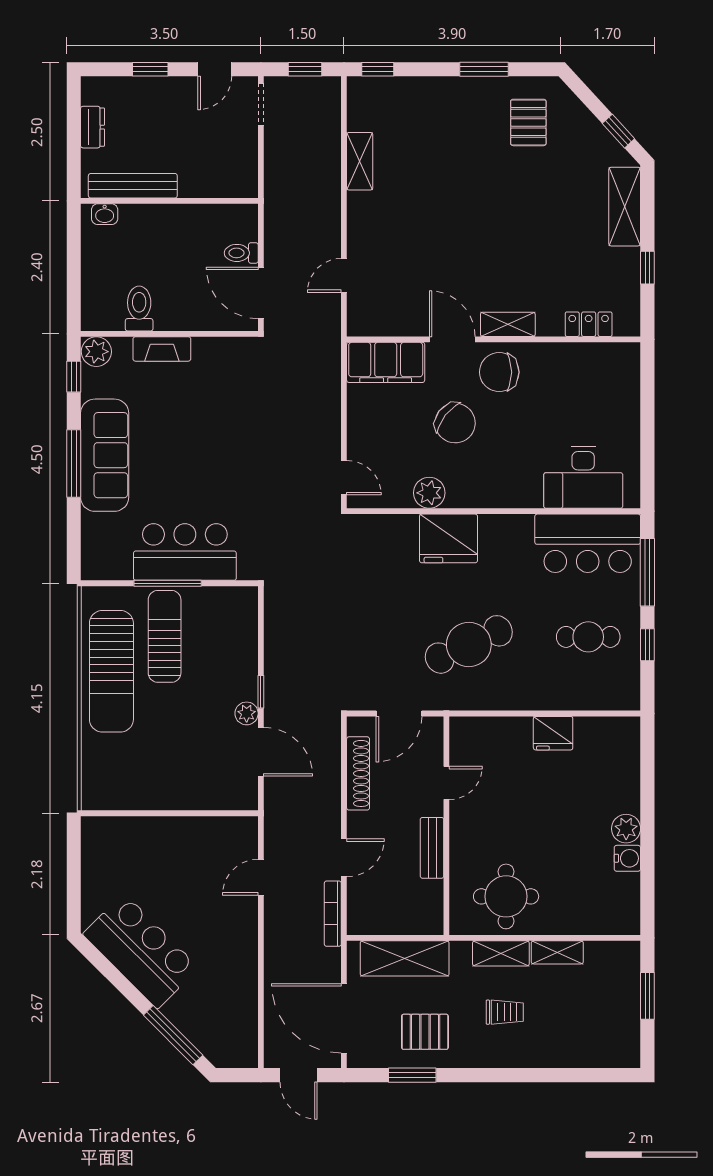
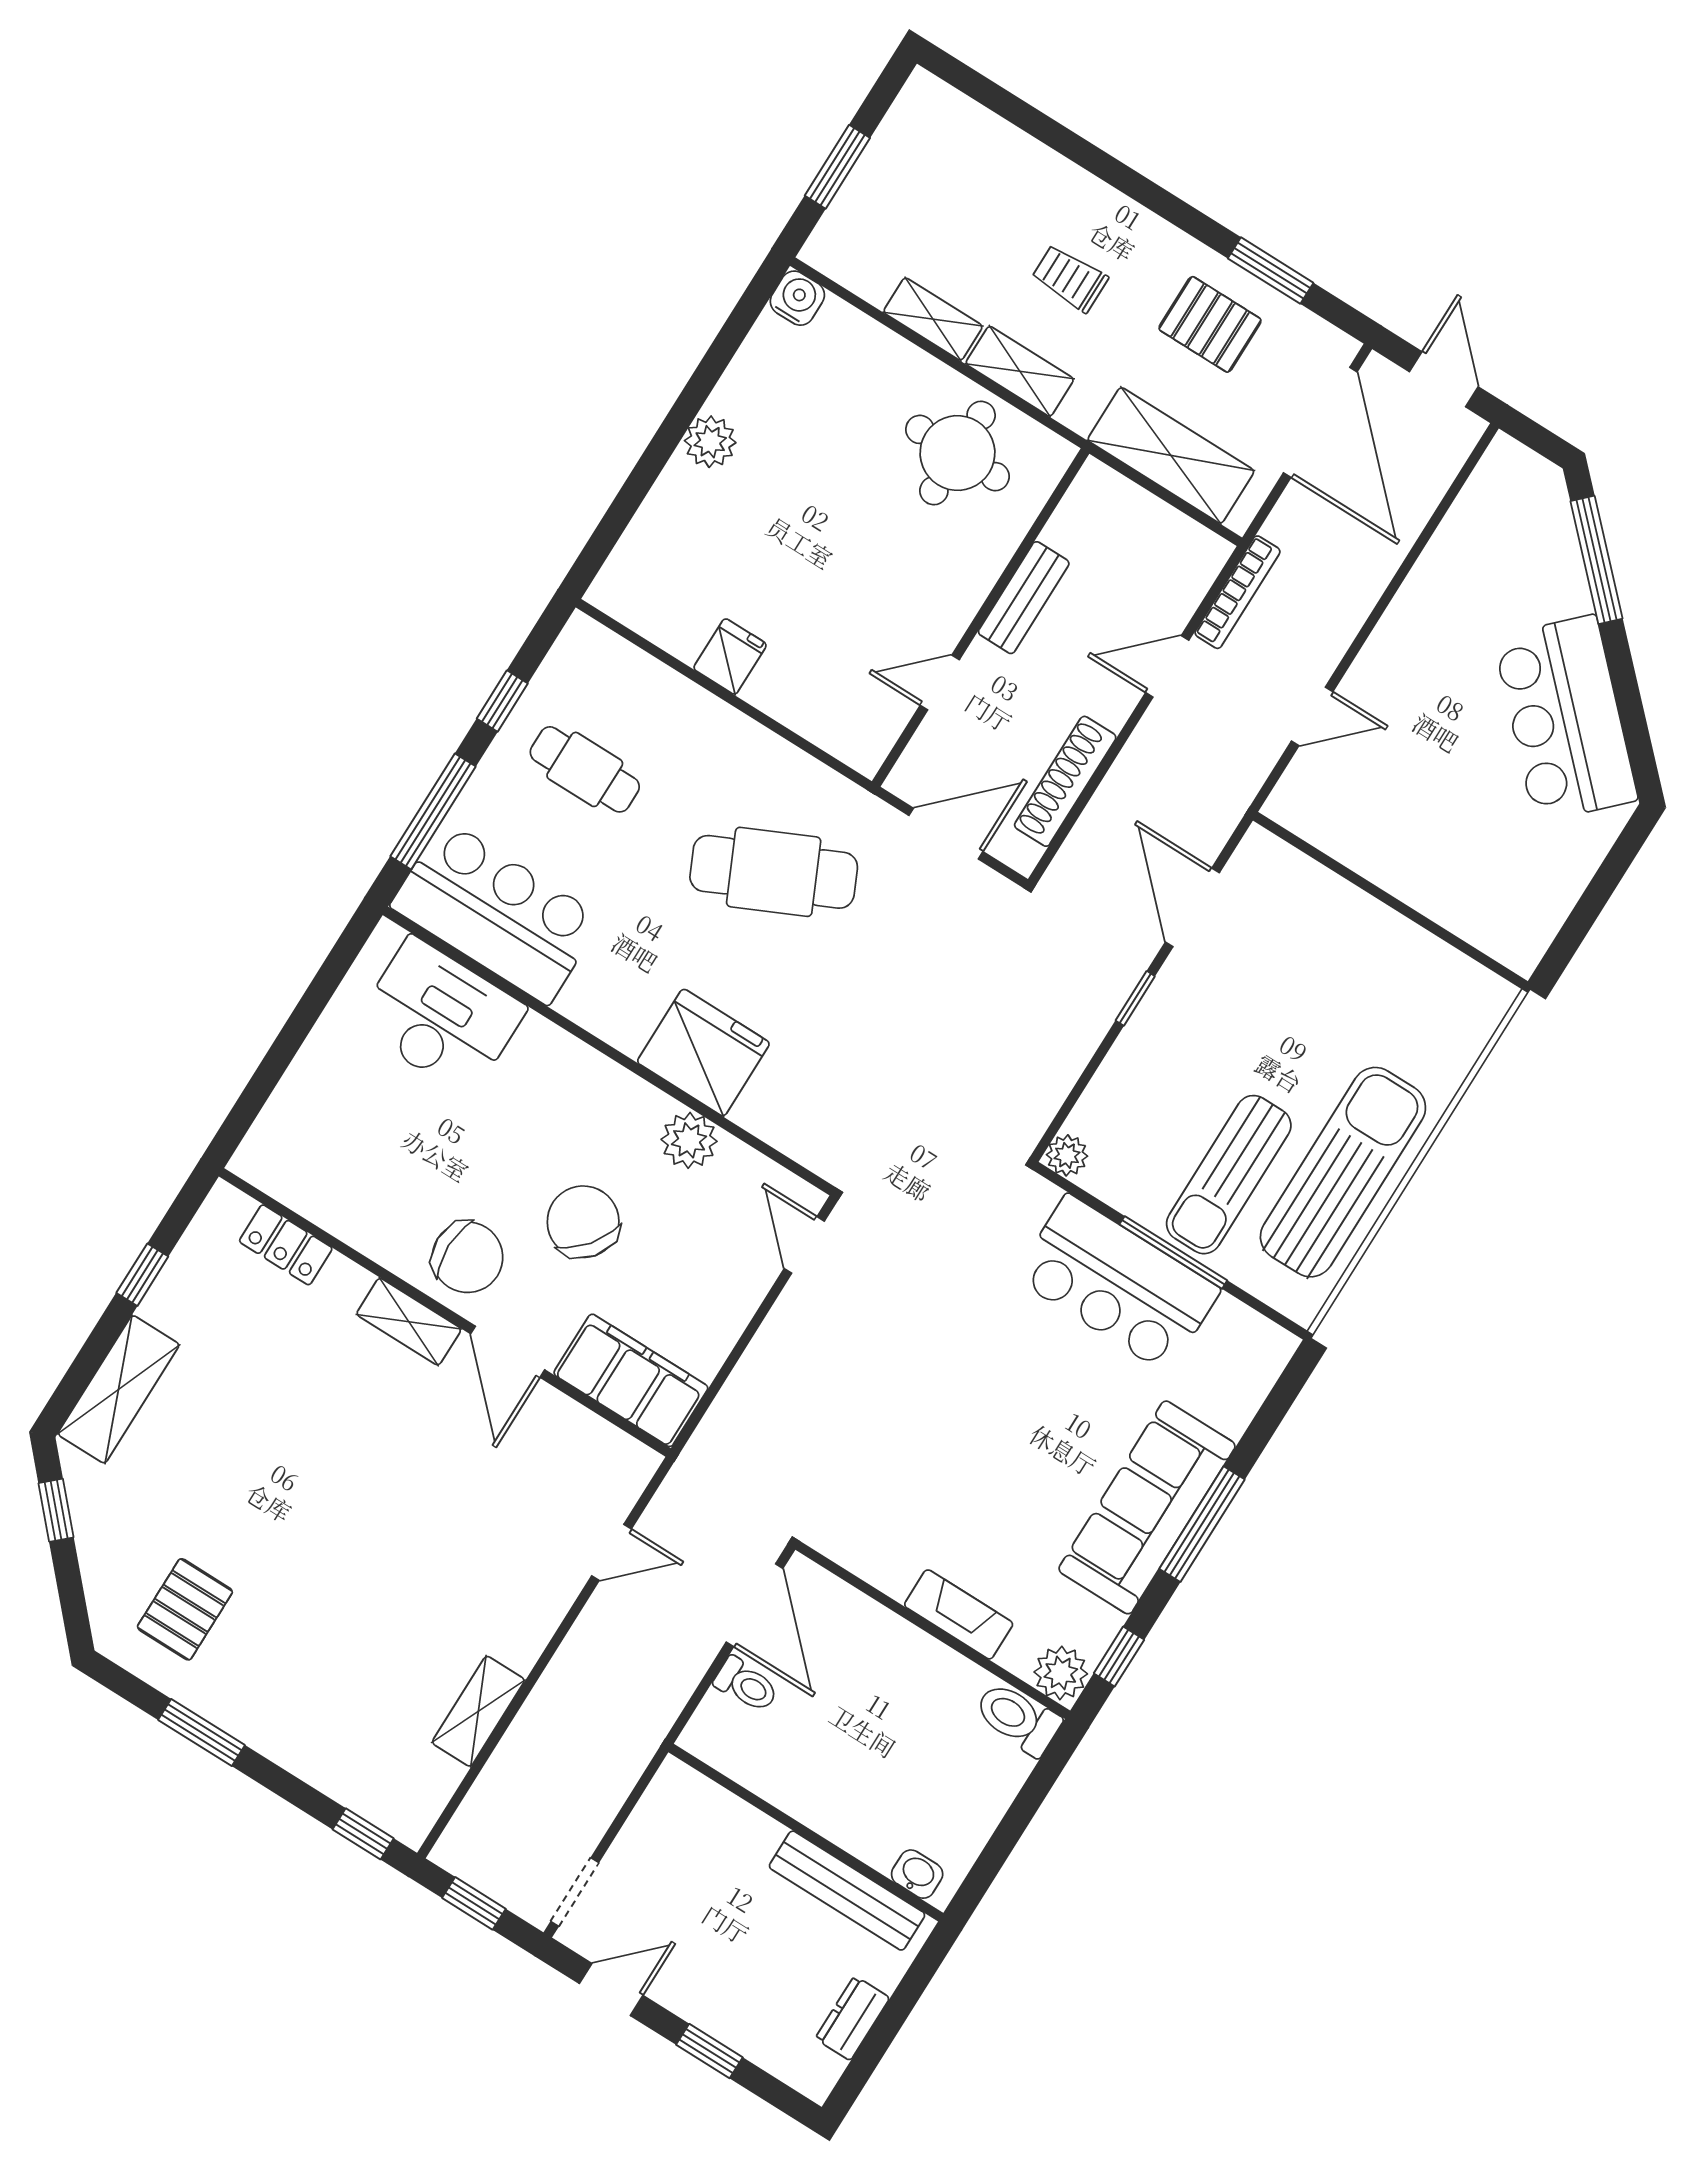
toilet: (139, 309) -> (1018, 1718), moved, turned 90
plant: (247, 713) -> (1067, 1155), moved
fridge: (553, 733) -> (730, 656), width x0.72
water cooler: (627, 858) -> (797, 298), moved, turned 90

